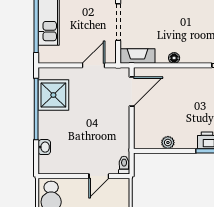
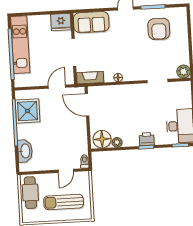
door: (132, 91) -> (87, 105), swing flipped
floor lamp: (149, 137) -> (102, 139), added
washbasin: (44, 147) -> (25, 151), width x1.91, depth x1.45

